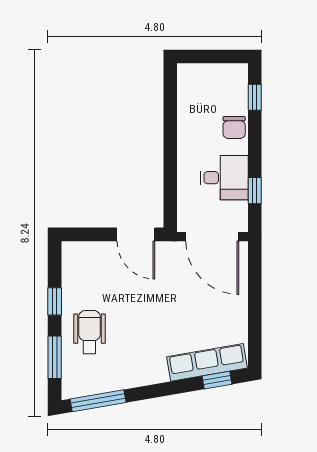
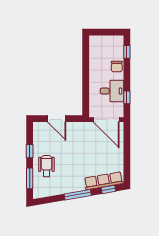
door: (136, 234) -> (57, 119), moved
window: (98, 401) -> (78, 195), moved

